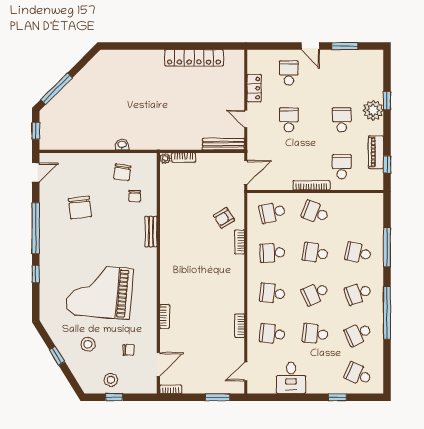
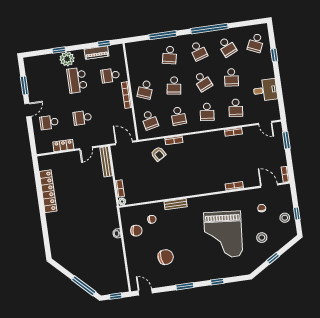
school desk: (342, 120) -> (77, 80), width x1.85
window: (36, 228) -> (185, 286), width x0.47

